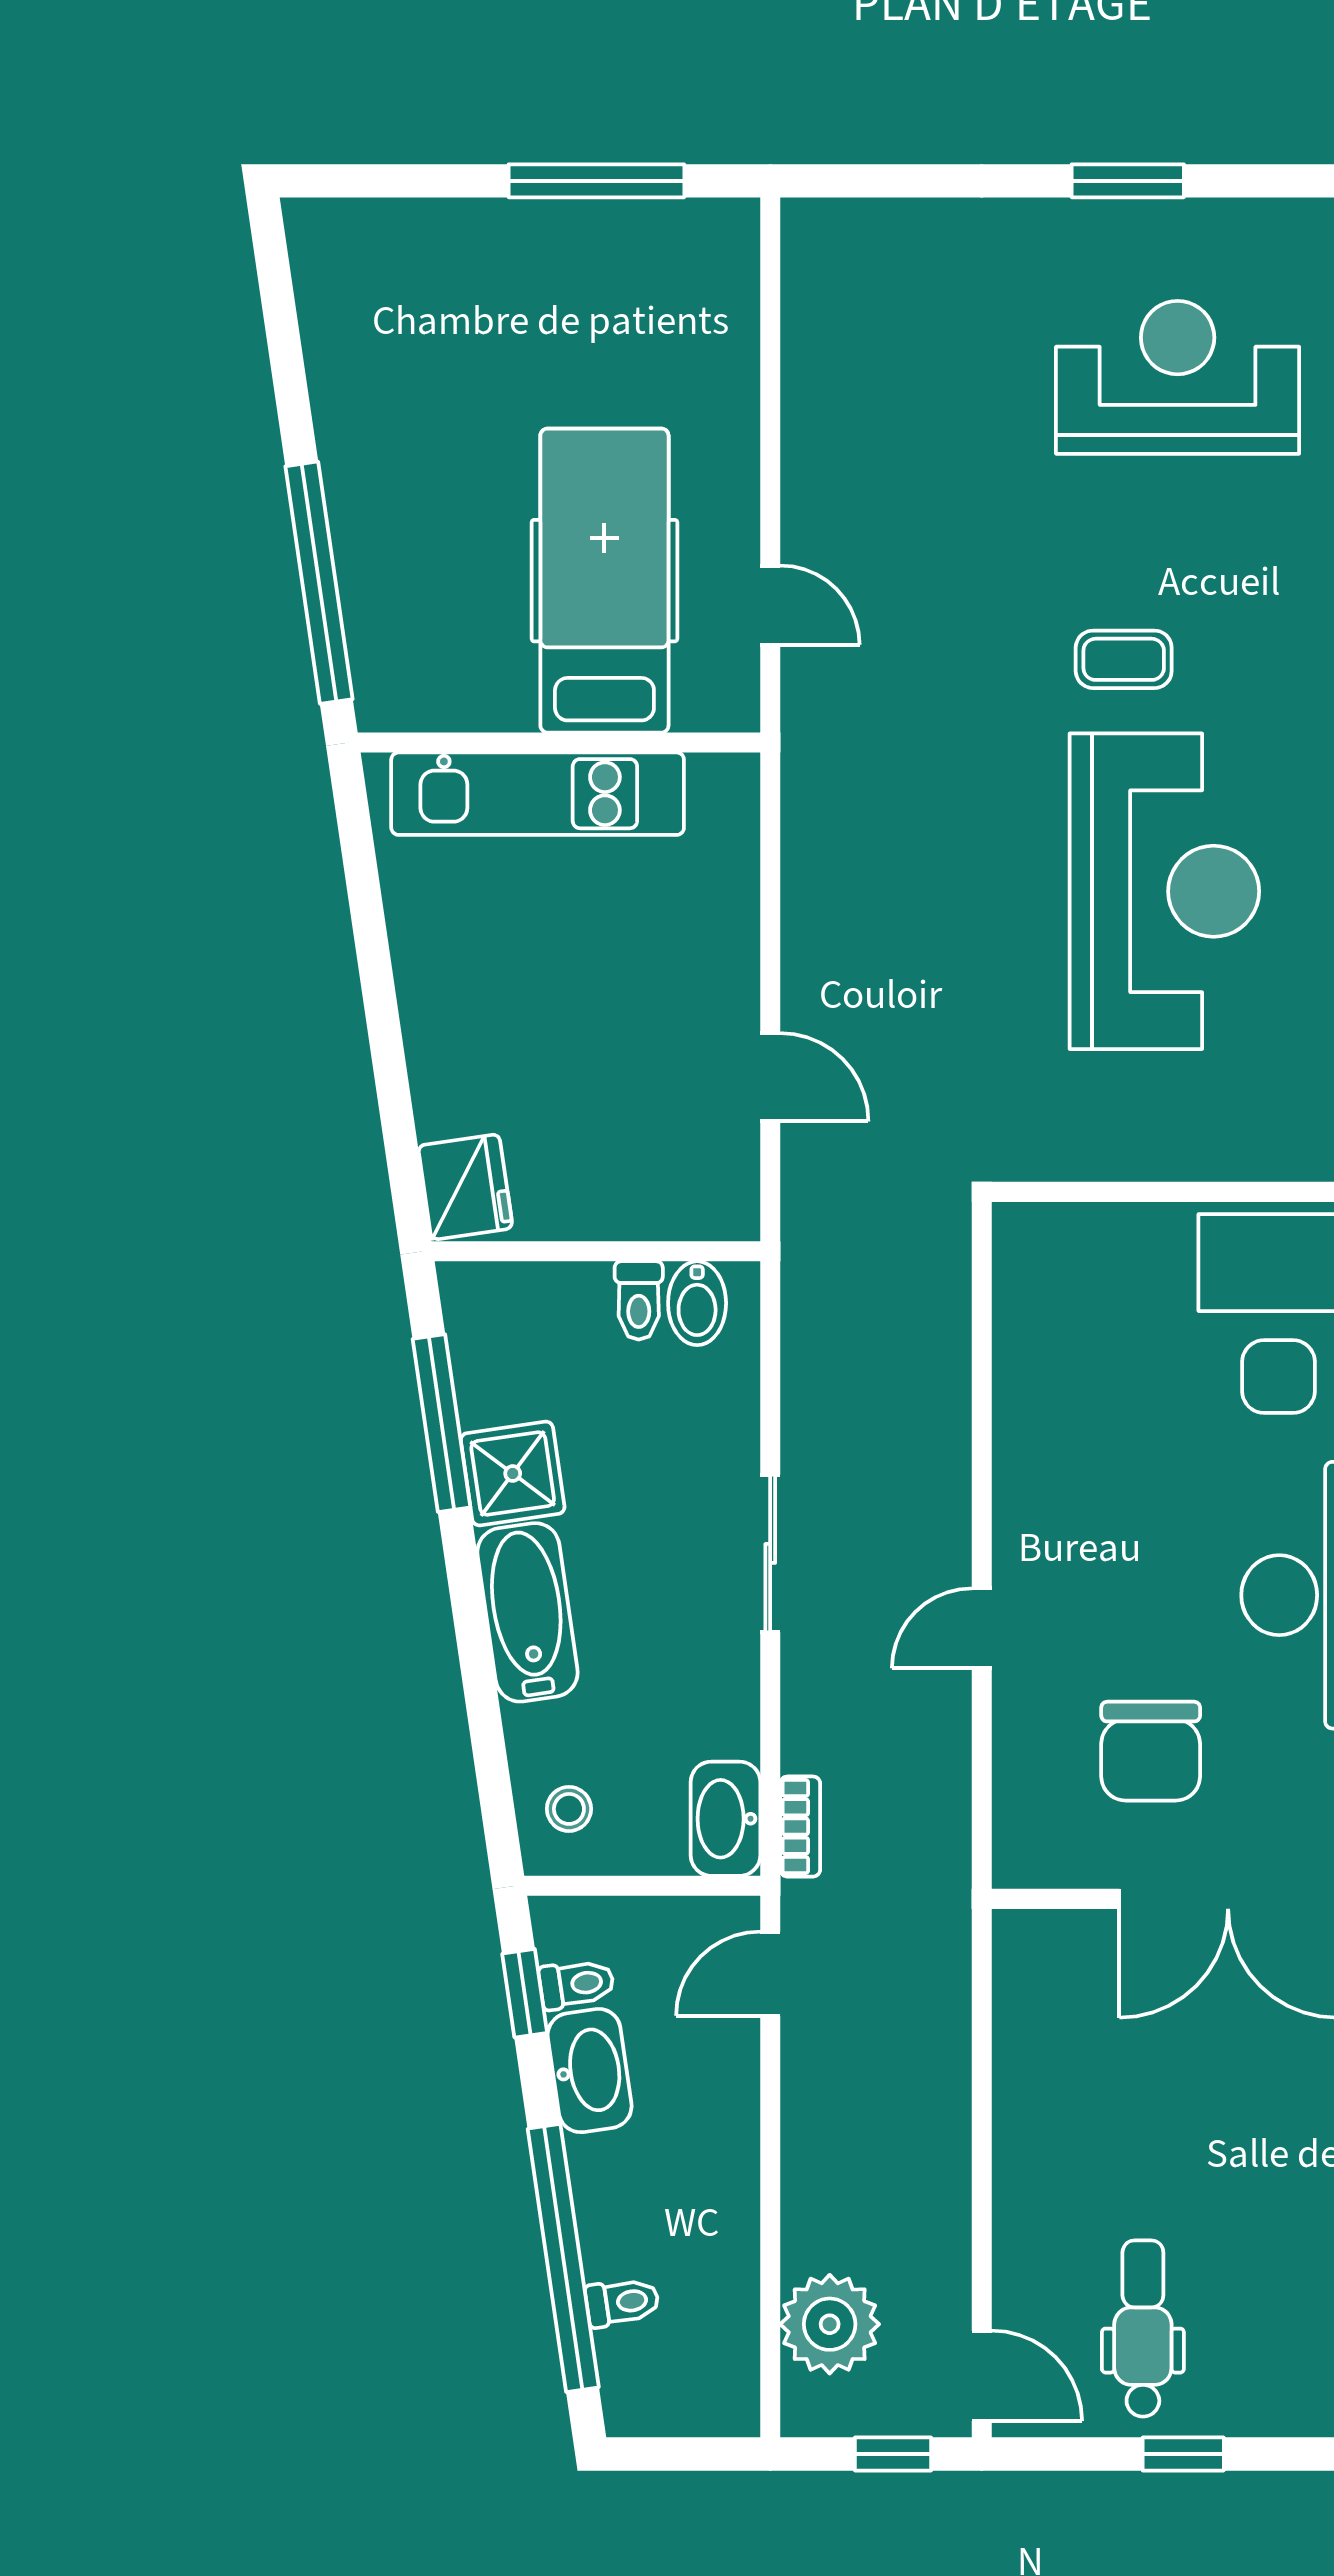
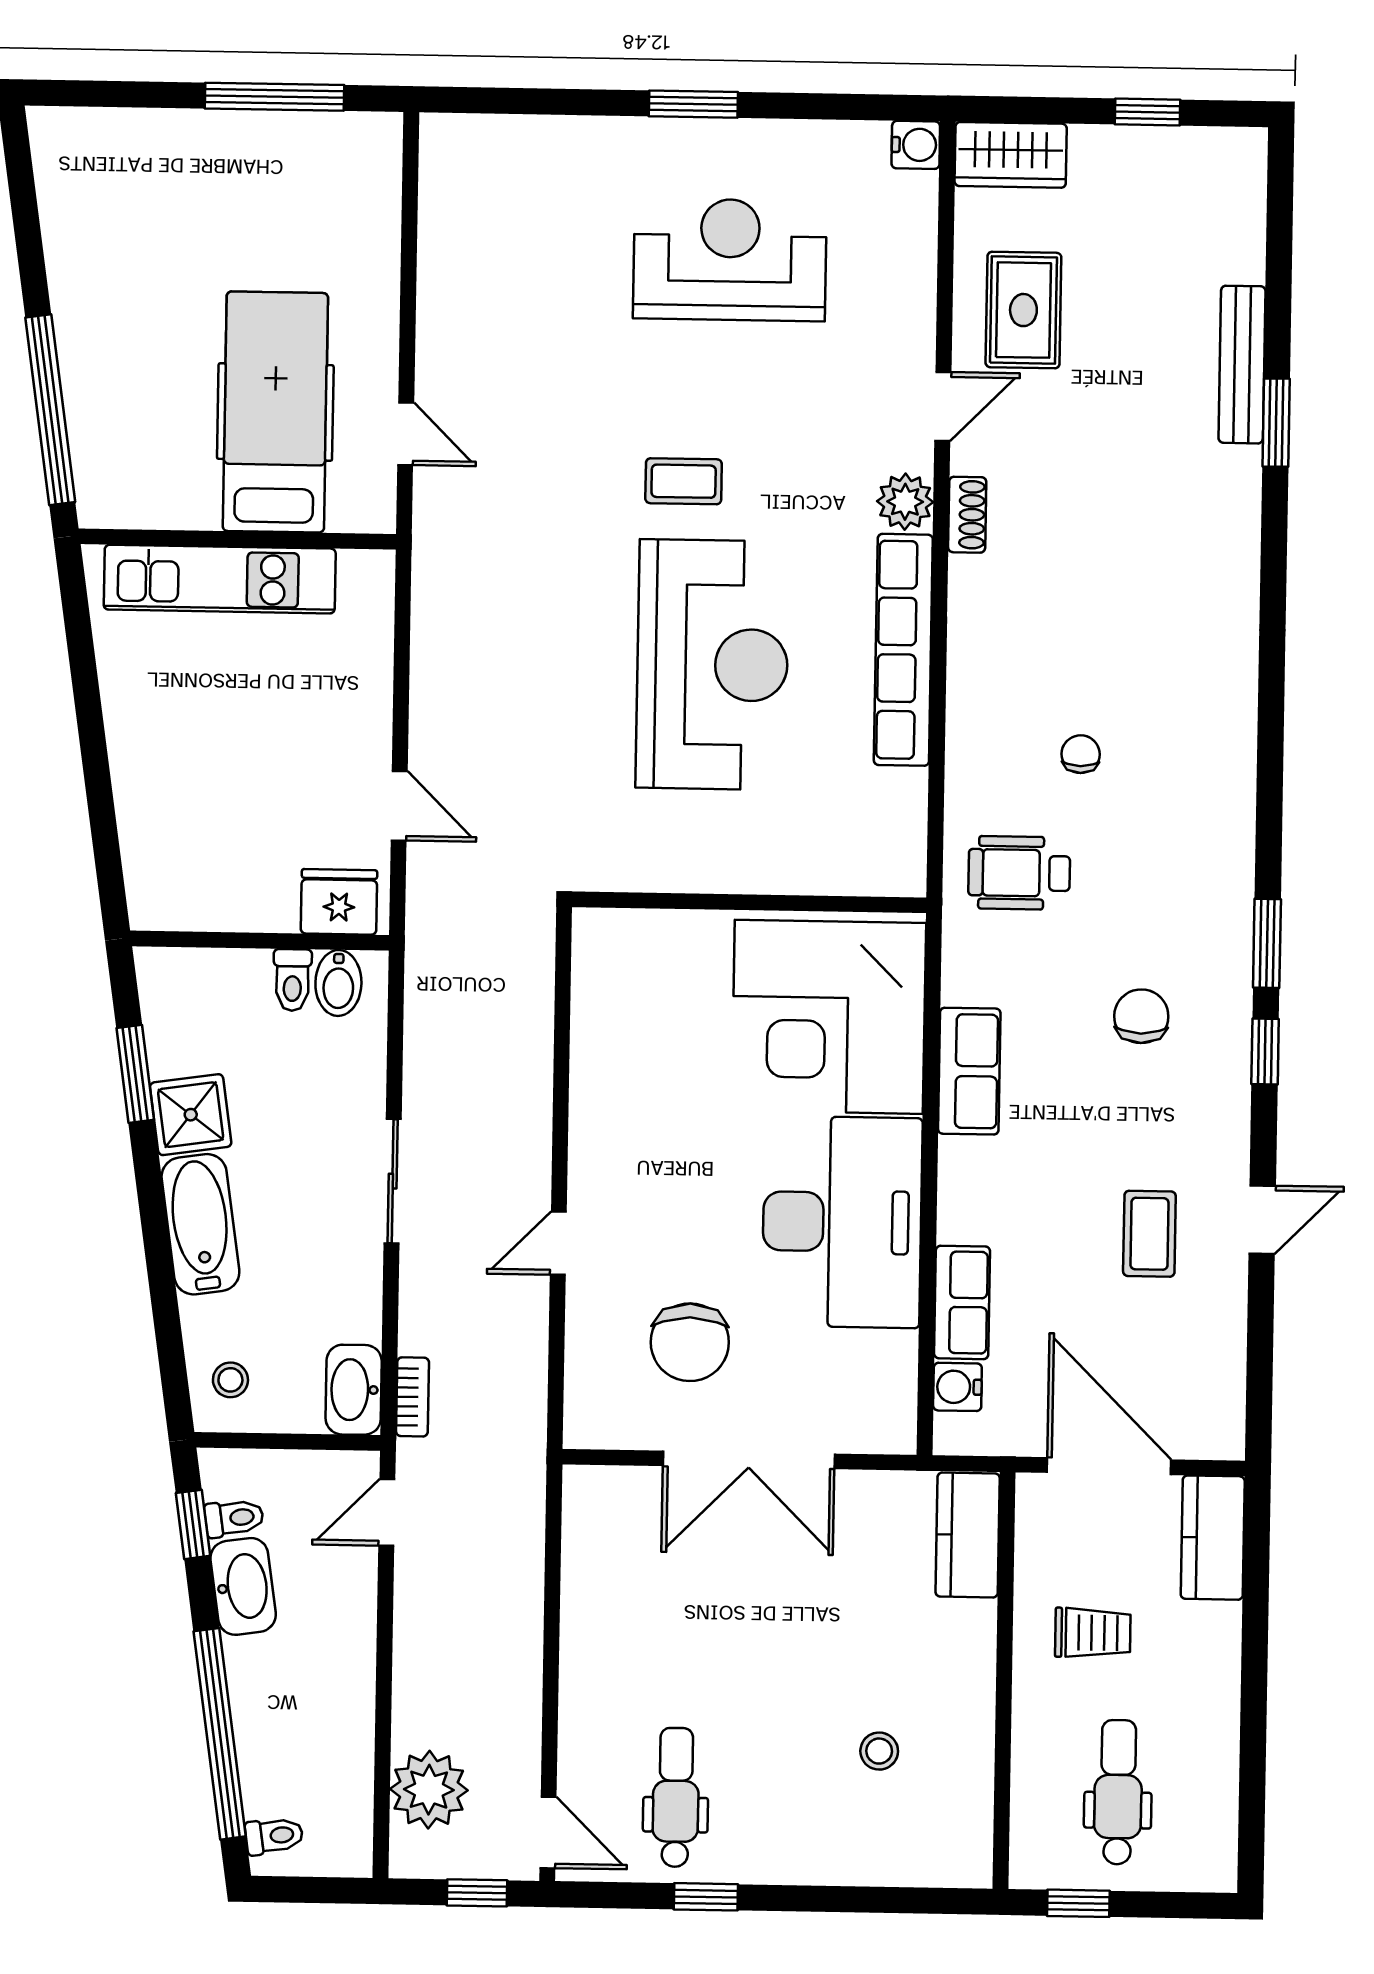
fridge: (465, 1187) -> (339, 902), moved, turned -82
window: (442, 1423) -> (135, 1074), width x0.69
toilet: (622, 2302) -> (274, 1836), moved

